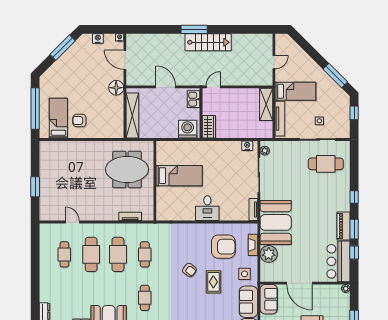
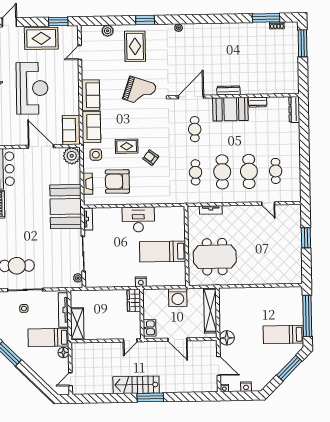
window: (63, 48) -> (289, 368), moved
door: (274, 62) -> (70, 379), moved
floor lamp: (281, 76) -> (63, 352), added
bed: (58, 118) -> (283, 335), moved, turned 90
armchair: (79, 120) -> (263, 305), removed
washing machine: (188, 129) -> (178, 297), moved
nightstand: (247, 146) -> (141, 282), moved
desk: (207, 208) -> (138, 219), width x1.37
plant: (269, 254) -> (72, 156), moved
rug: (213, 282) -> (127, 146), turned 90

